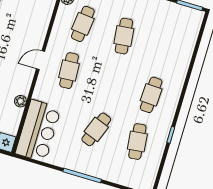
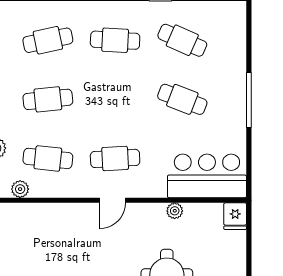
cafe table: (165, 48) -> (48, 40), added
door: (41, 60) -> (113, 200), hinge flipped
cafe table: (137, 142) -> (182, 40), turned 30

